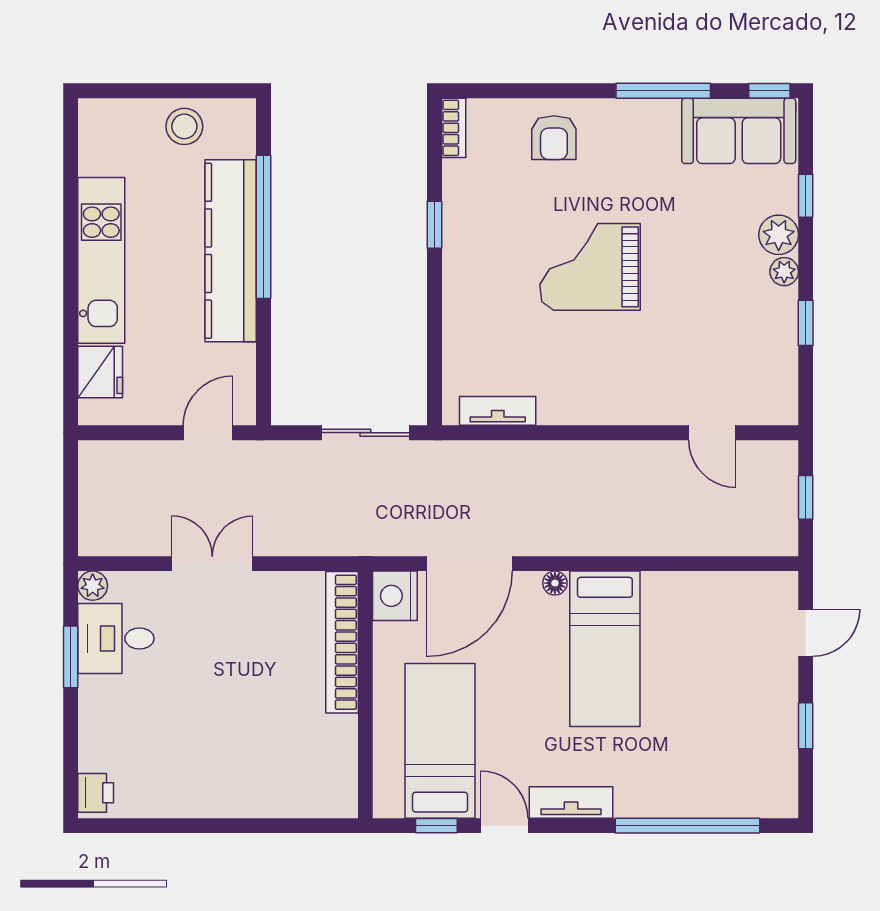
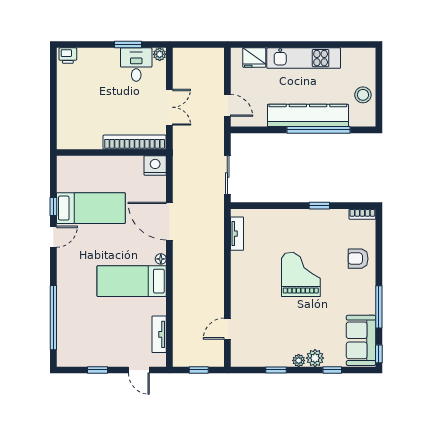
nightstand: (395, 596) -> (155, 166), moved
bookcase: (342, 642) -> (135, 142), moved
wall: (365, 695) -> (111, 152), moved
tv unit: (571, 803) -> (159, 334), moved, turned 180

